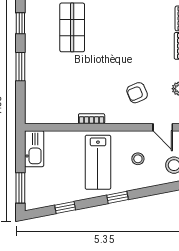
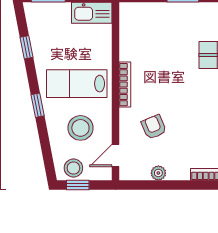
bookcase: (92, 119) -> (125, 85), width x1.56
stool: (138, 159) -> (80, 128), width x1.89, depth x1.89

